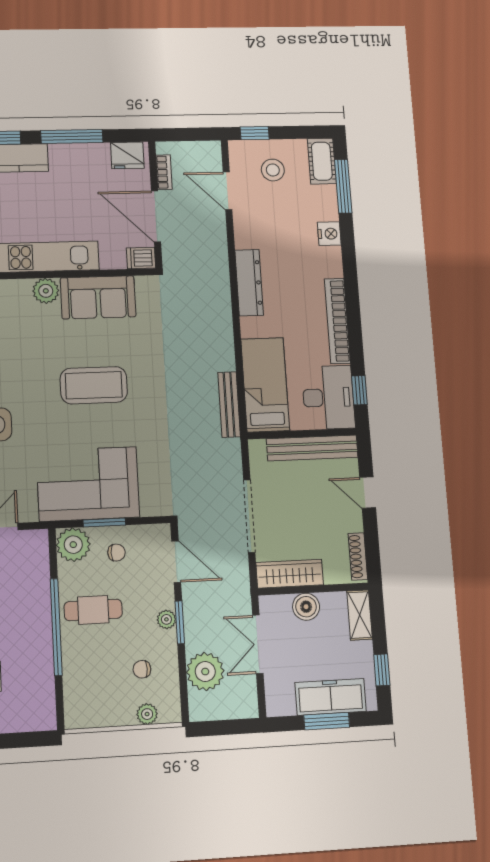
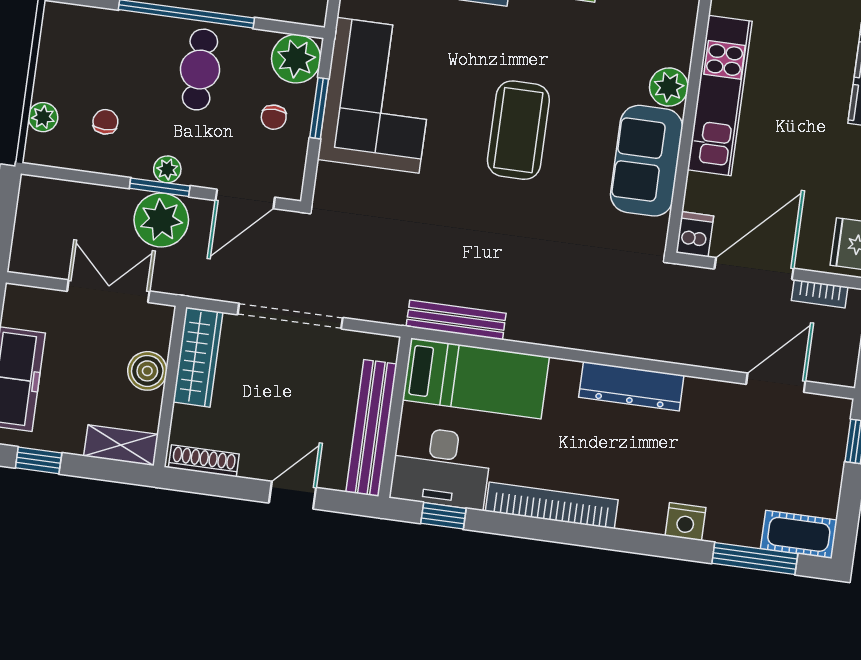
stool: (273, 170) -> (797, 457), removed
plant: (205, 672) -> (161, 220), moved

